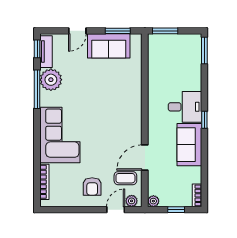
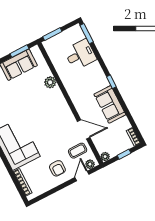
plant: (134, 84) -> (50, 82), added
desk: (185, 107) -> (80, 55), moved
door: (145, 158) -> (84, 129), swing flipped

